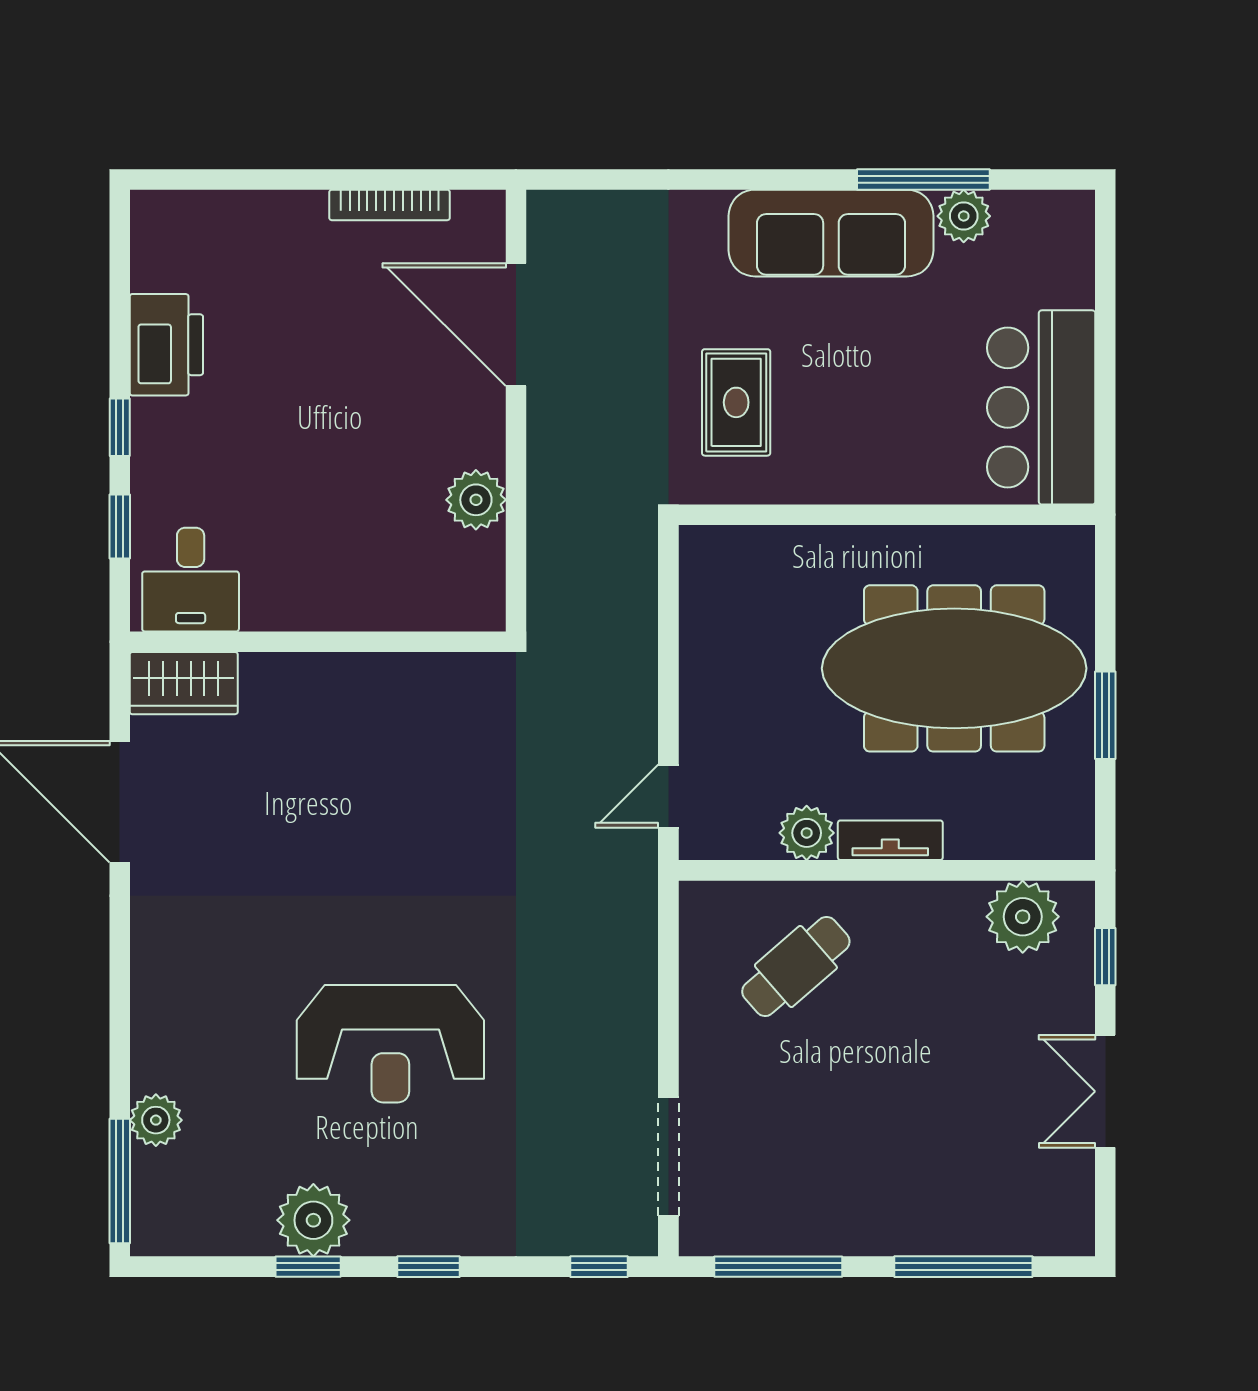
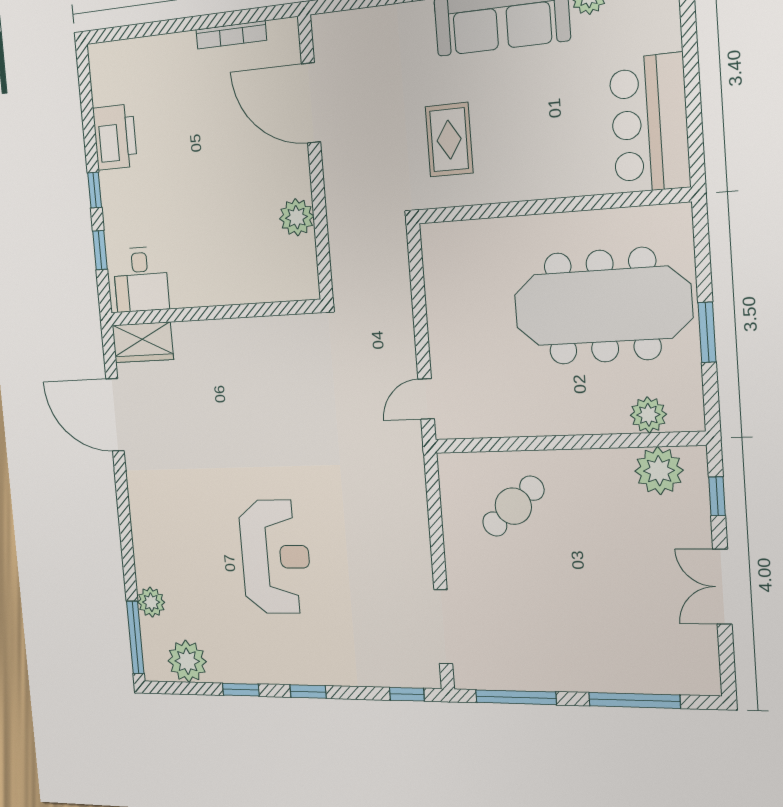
plant: (807, 833) -> (648, 415), moved
tv unit: (890, 840) -> (568, 422), removed
reception desk: (390, 1044) -> (275, 557), turned -90
plant: (313, 1220) -> (187, 661), moved

